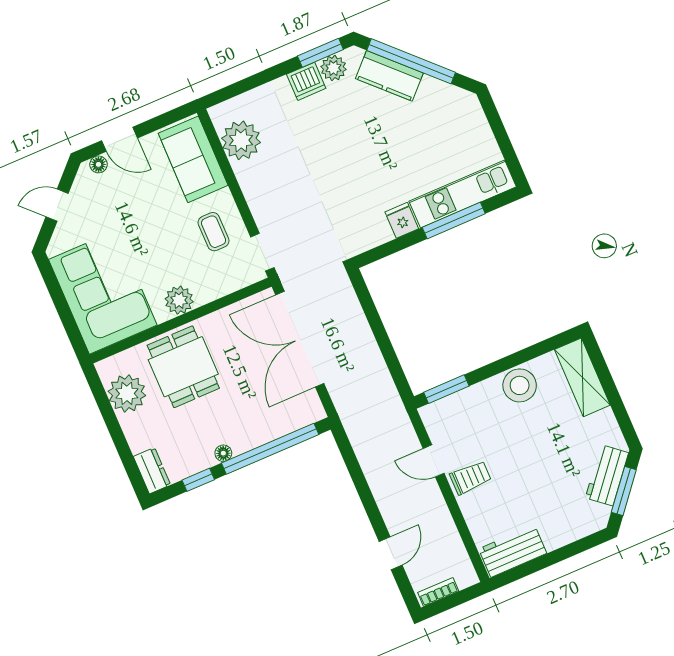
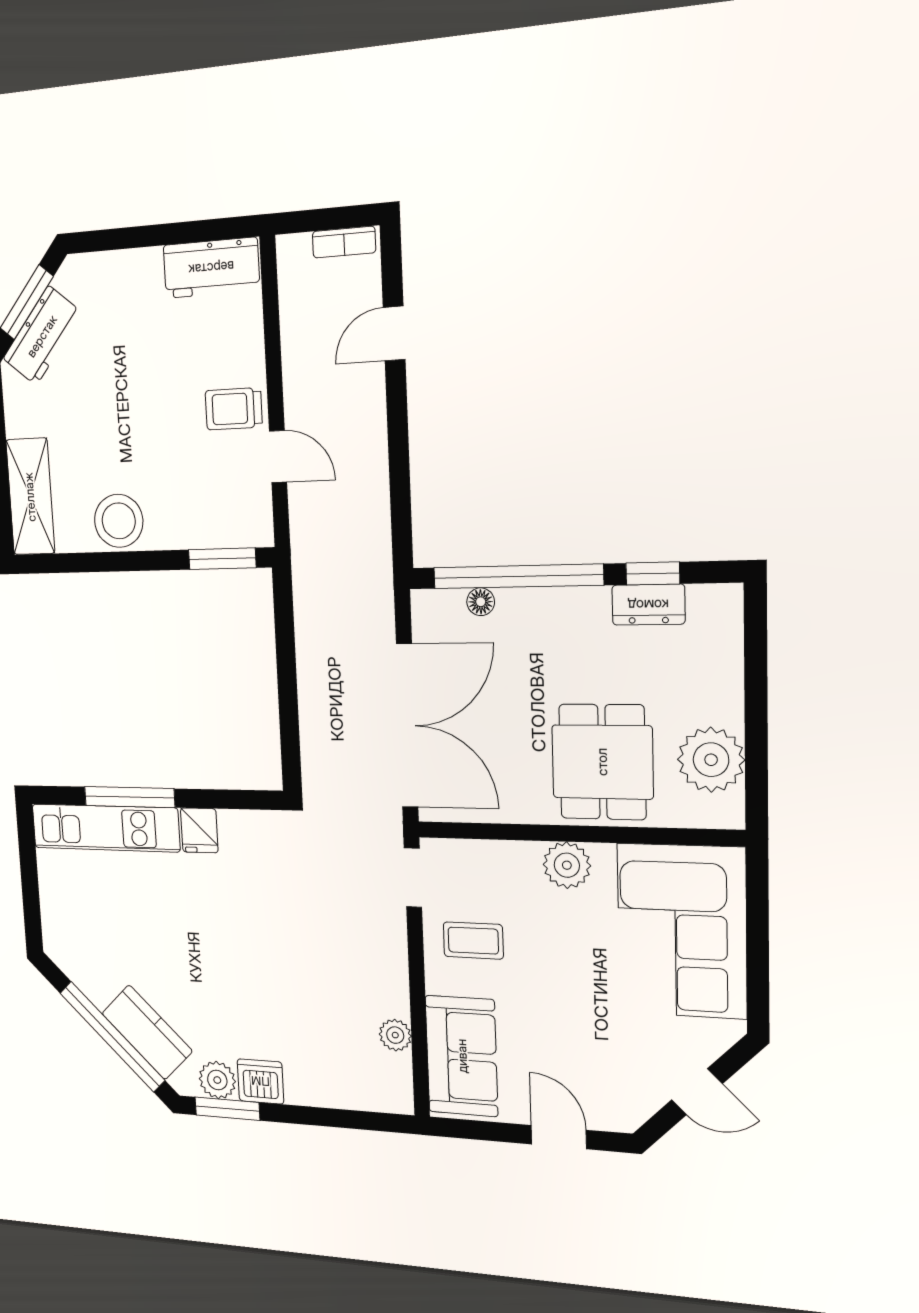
plant: (241, 140) -> (395, 1035), width x0.53, depth x0.53
floor lamp: (98, 164) -> (606, 1118), removed
coffee table: (214, 232) -> (473, 941), turned 90
floor lamp: (223, 453) -> (481, 602), moved
dresser: (152, 471) -> (648, 605), moved, turned -90

